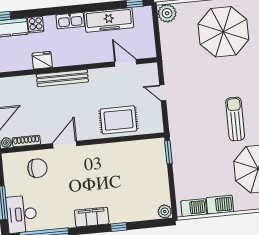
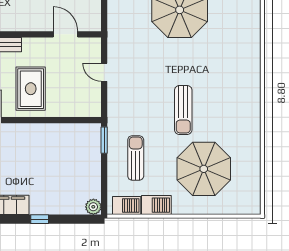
sun lounger: (235, 119) -> (183, 110), turned 180
rug: (118, 120) -> (31, 89), moved, turned 90
sun lounger: (198, 165) -> (136, 158), added

